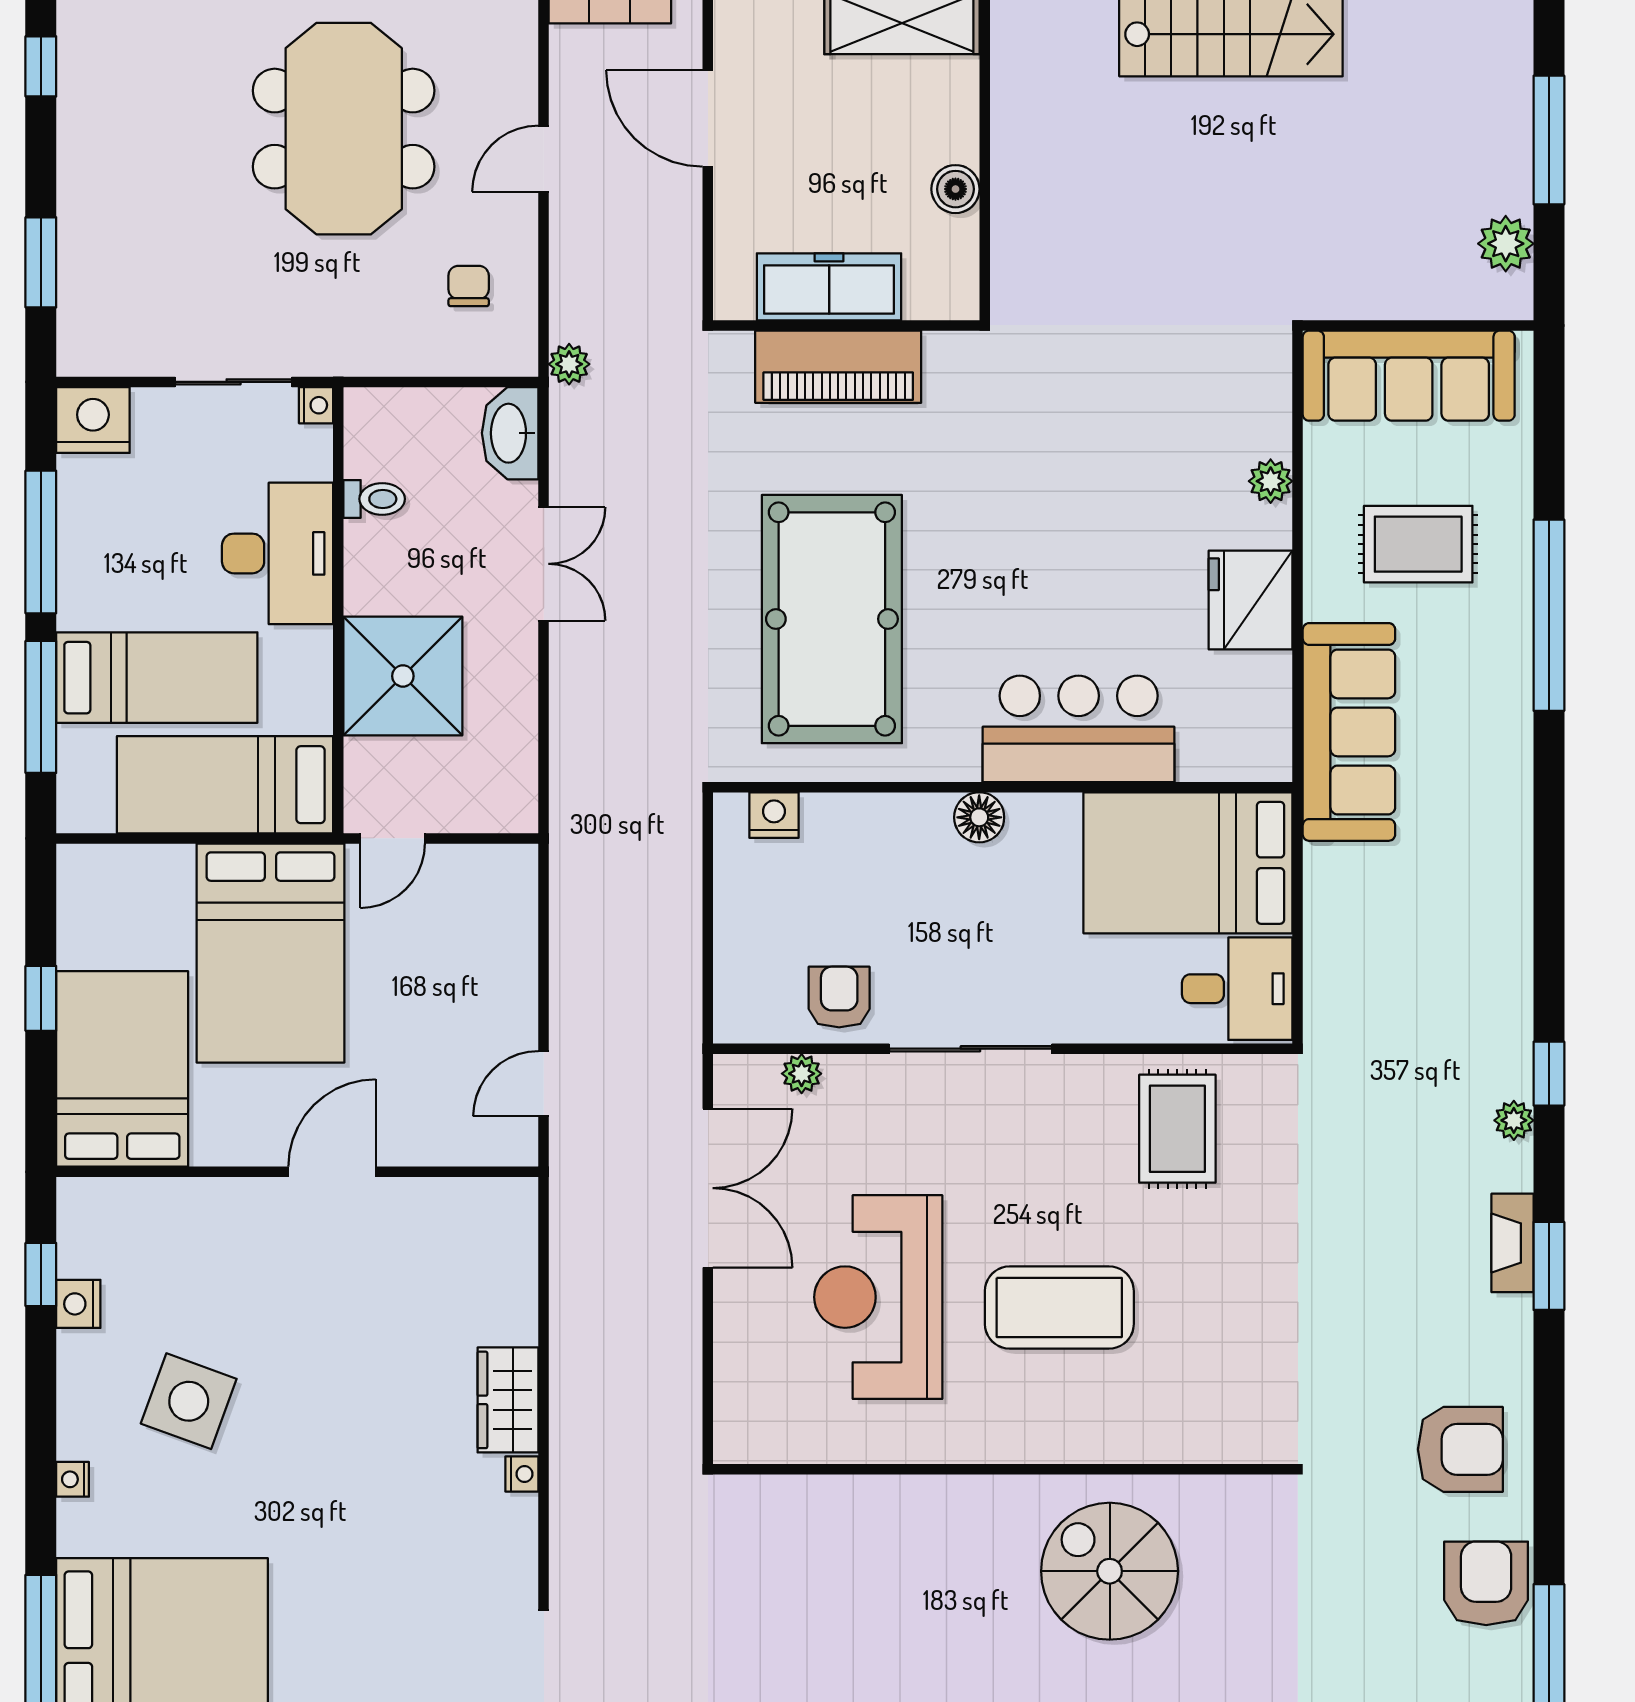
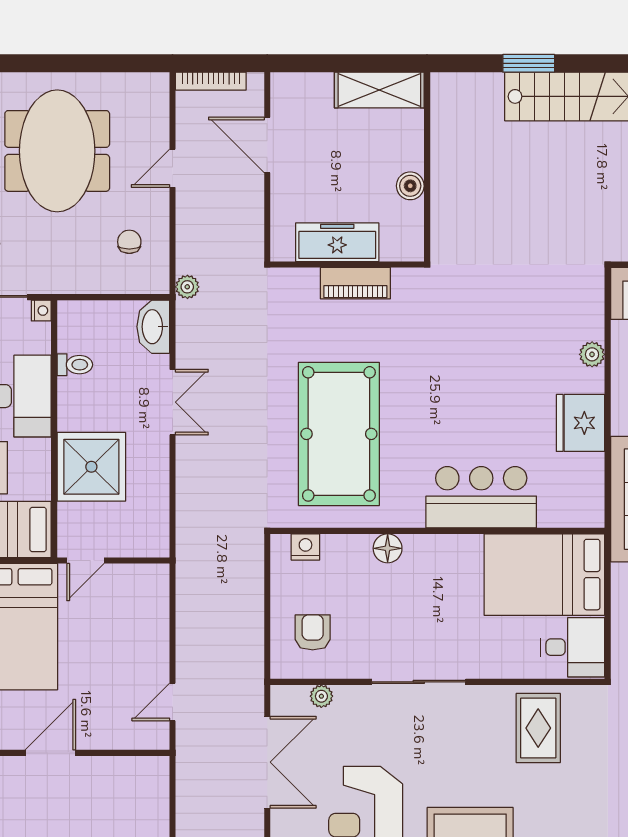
piano: (838, 367) -> (355, 283), width x0.73, depth x0.75
floor lamp: (979, 817) -> (388, 548), moved
armchair: (839, 997) -> (313, 632), moved

